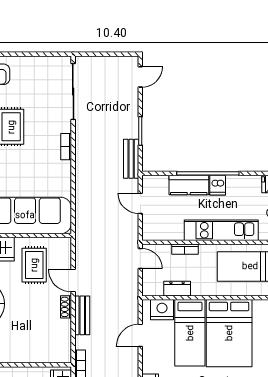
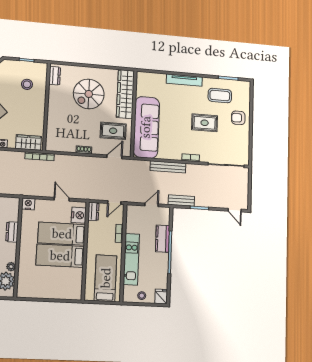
dishwasher: (218, 185) -> (162, 258), removed
door: (73, 281) -> (114, 157), moved
dresser: (177, 289) -> (93, 211), moved
bench: (82, 315) -> (168, 167), moved, width x1.36
bed: (229, 333) -> (60, 256), width x0.67

